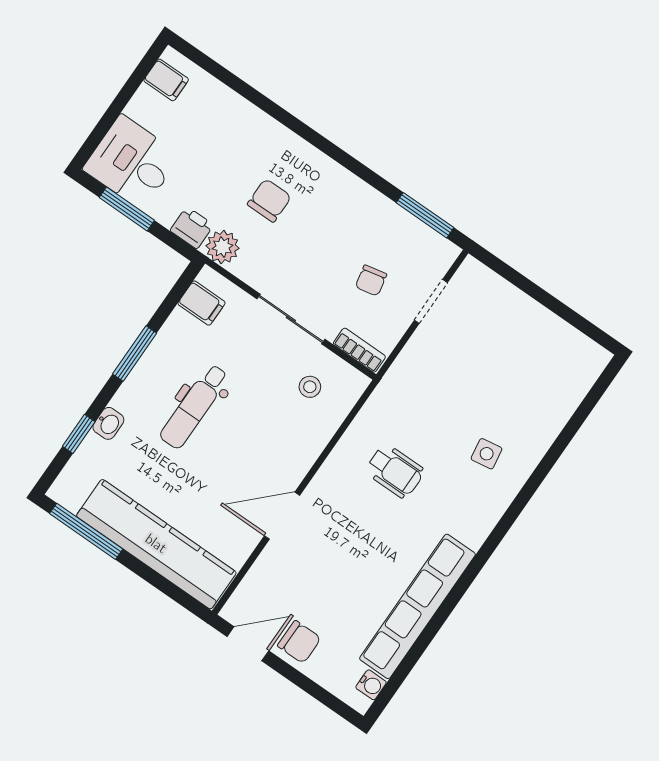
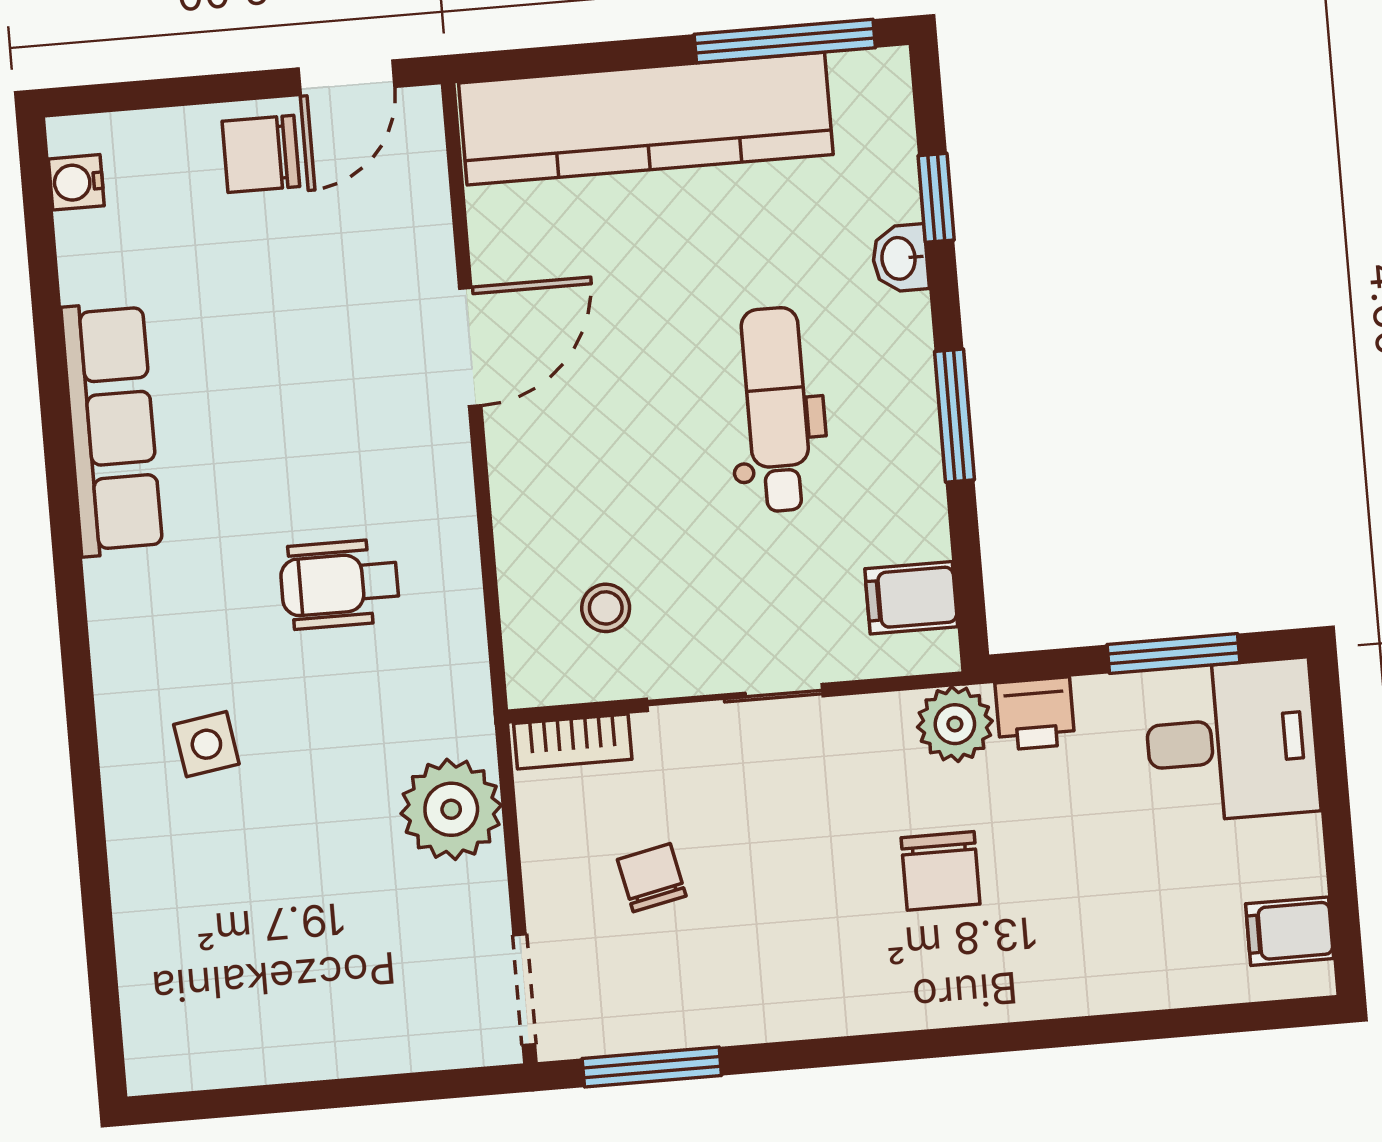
doorway: (431, 301) -> (524, 990), moved
plant: (421, 361) -> (451, 809), added
row of seats: (417, 606) -> (112, 429), width x0.73

